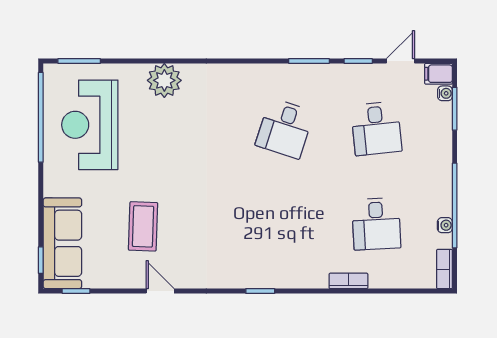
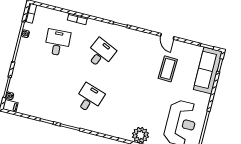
door: (400, 61) -> (27, 116), removed
desk: (376, 128) -> (101, 53), moved, turned 30

